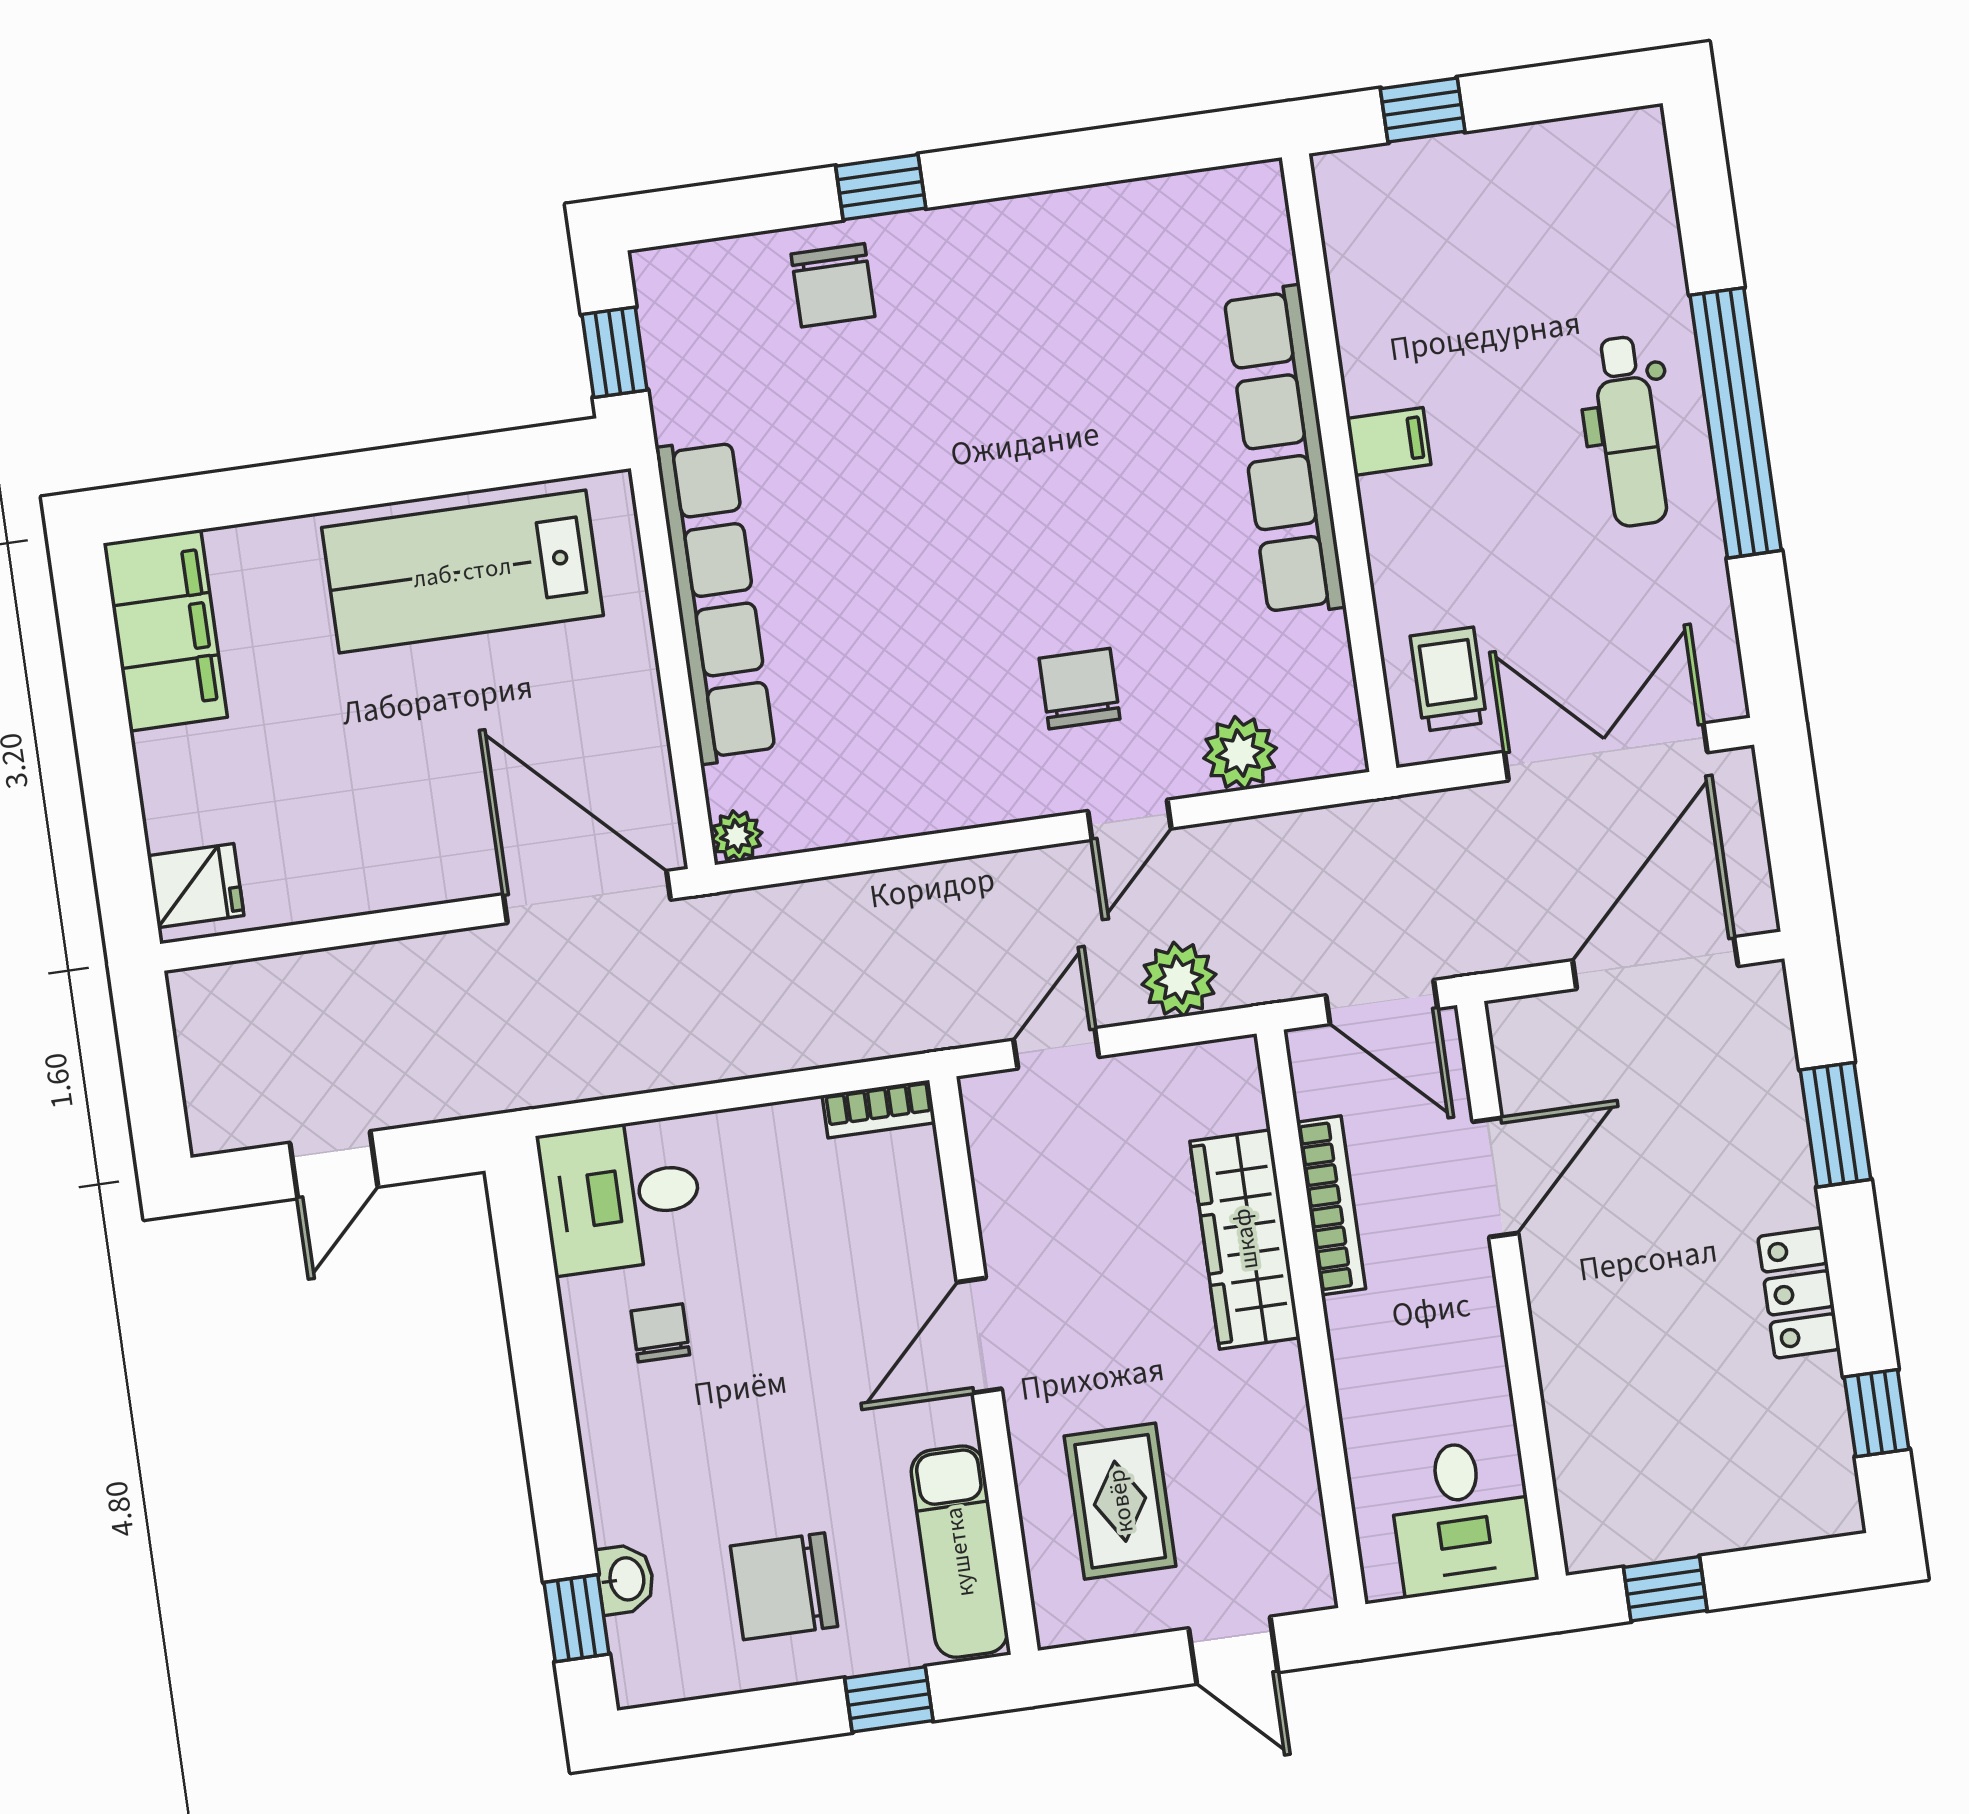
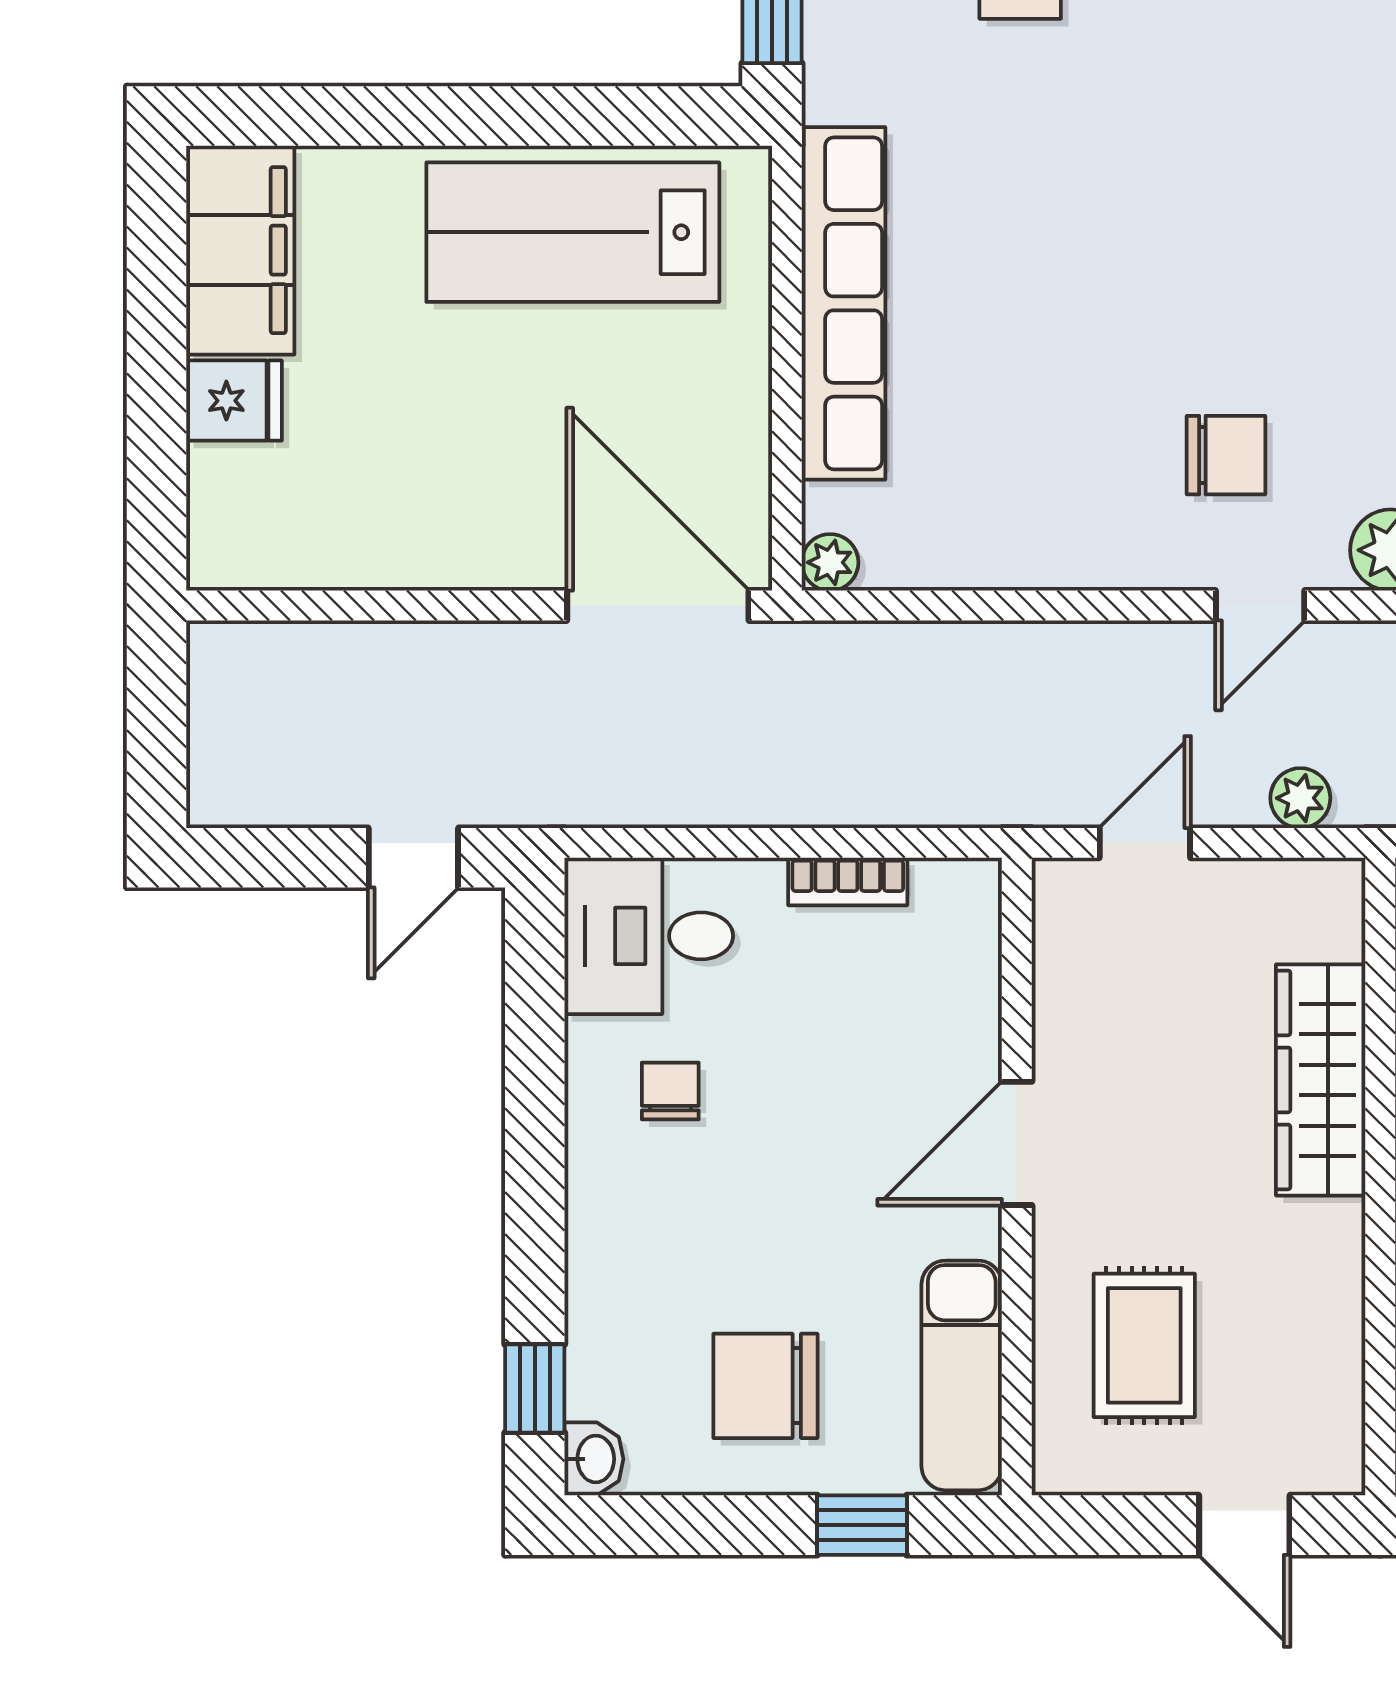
chair: (1080, 689) -> (1226, 455), turned 90
fridge: (196, 886) -> (234, 401), moved
plant: (1179, 979) -> (1300, 798), width x0.73, depth x0.73
bookcase: (879, 1109) -> (848, 881), moved
door: (334, 1165) -> (413, 858), moved
washbasin: (625, 1579) -> (594, 1459), moved

